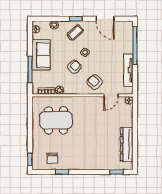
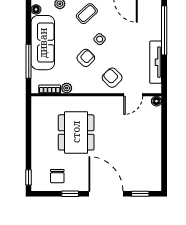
sofa: (41, 55) -> (43, 43), width x1.36
dining table: (56, 120) -> (76, 132), moved, turned 90
dresser: (127, 144) -> (153, 158), removed
door: (90, 172) -> (106, 194), added

